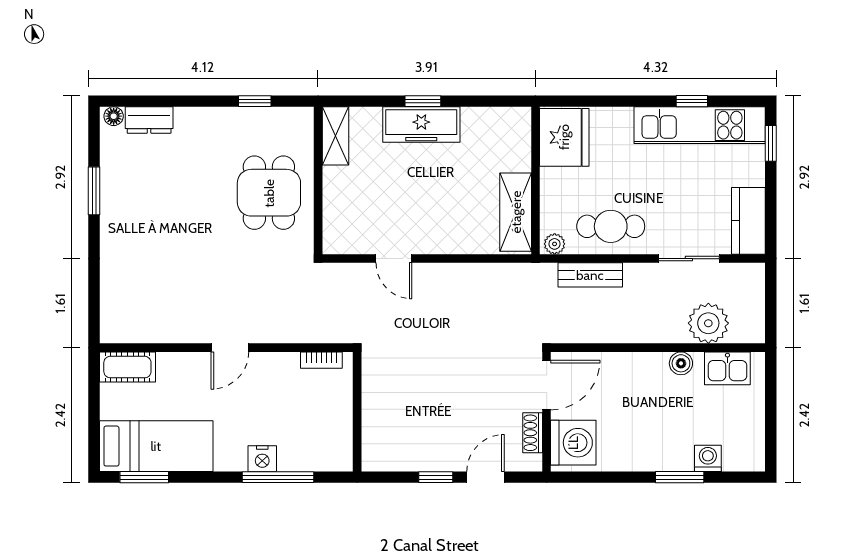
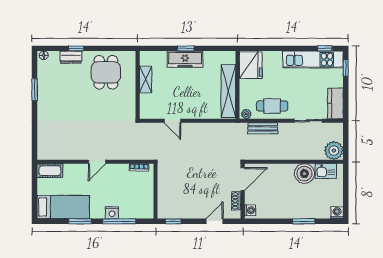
window: (255, 101) -> (76, 48), moved
window: (692, 101) -> (325, 48), moved
dresser: (149, 120) -> (71, 57), moved
shelving: (335, 136) -> (146, 79), moved
dining table: (269, 193) -> (106, 72), moved
shelving: (516, 212) -> (228, 91), width x1.47
plant: (708, 323) -> (334, 151), moved
boiler: (681, 363) -> (304, 174), width x1.86, depth x1.86
washing machine: (573, 443) -> (250, 210), width x0.53, depth x0.53
washing machine: (708, 458) -> (337, 213), moved
window: (144, 477) -> (80, 221), moved
window: (436, 477) -> (173, 221), moved

